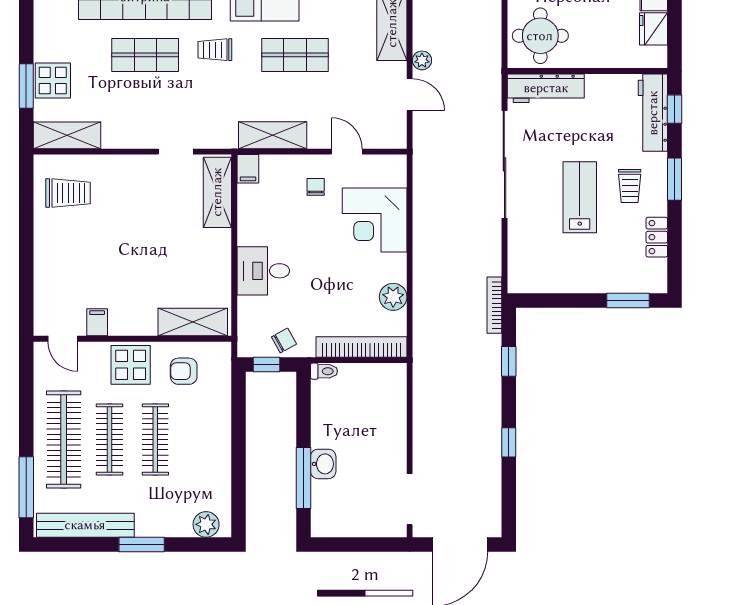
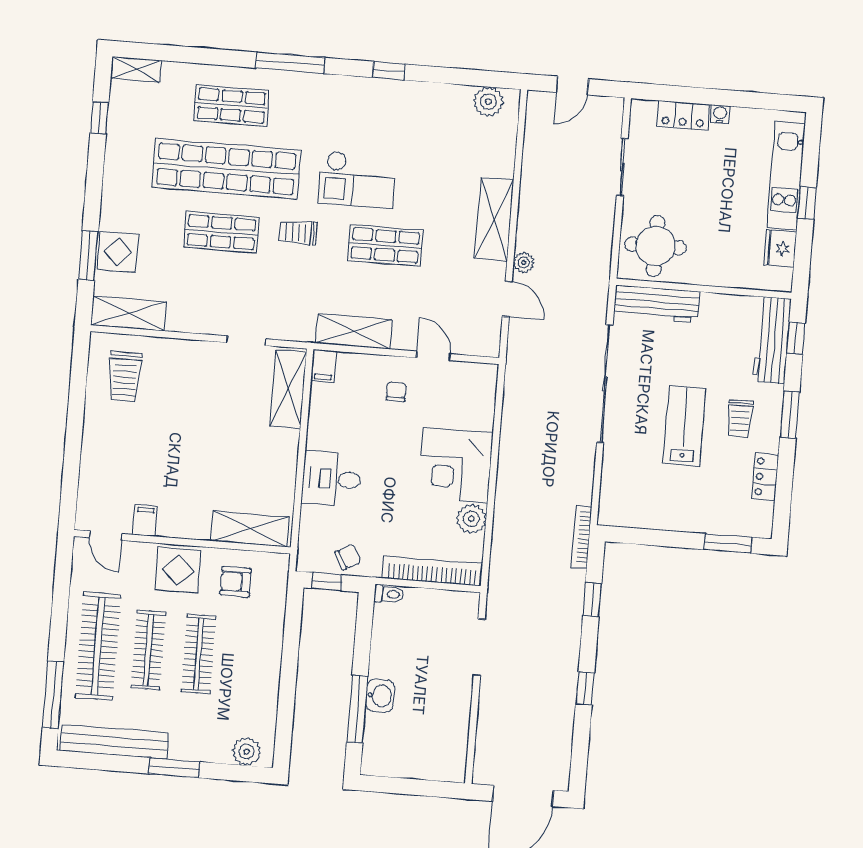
trolley: (68, 193) -> (125, 376), turned 90
corner desk: (375, 220) -> (455, 465), moved
doorway: (410, 499) -> (479, 647), moved

